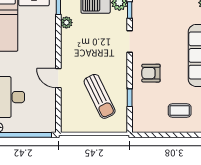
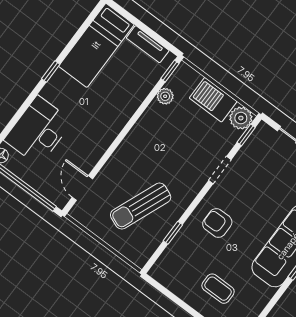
door: (58, 78) -> (82, 188), moved
sun lounger: (100, 96) -> (141, 206), turned 48

